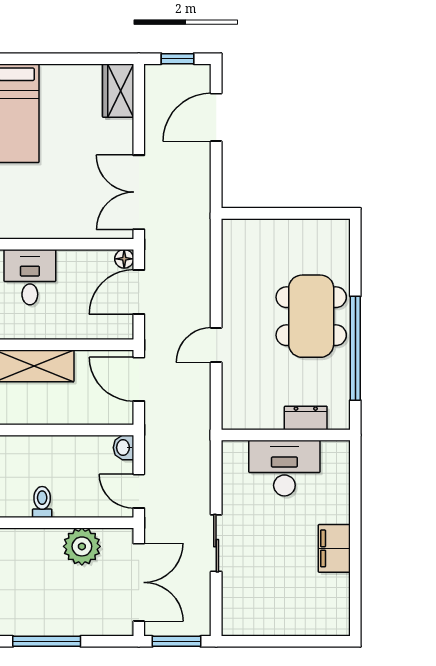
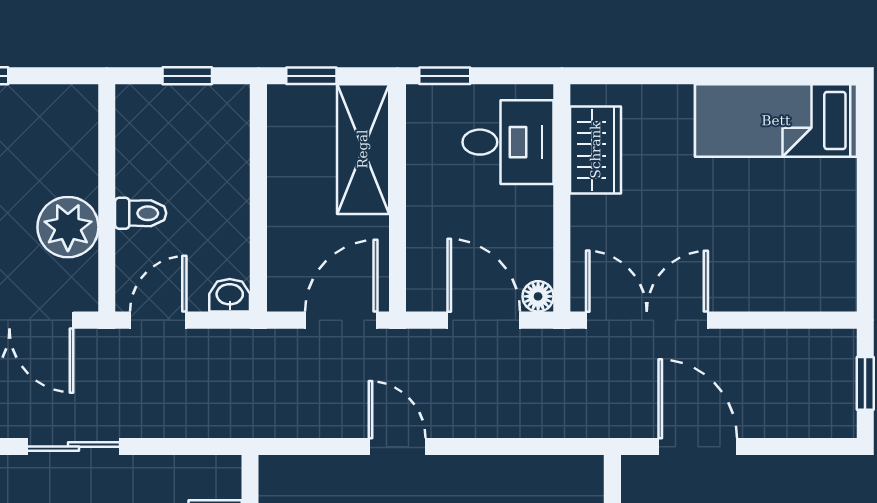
wardrobe: (118, 91) -> (596, 150), moved, turned 90
door: (216, 117) -> (698, 447), moved
toilet: (42, 502) -> (141, 213), moved

